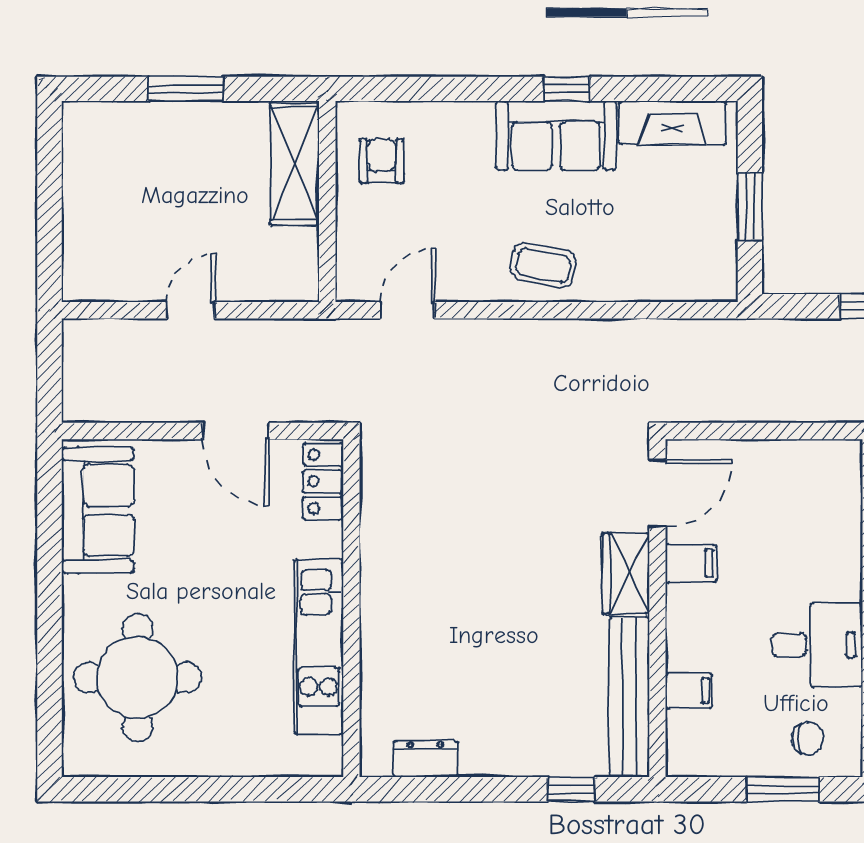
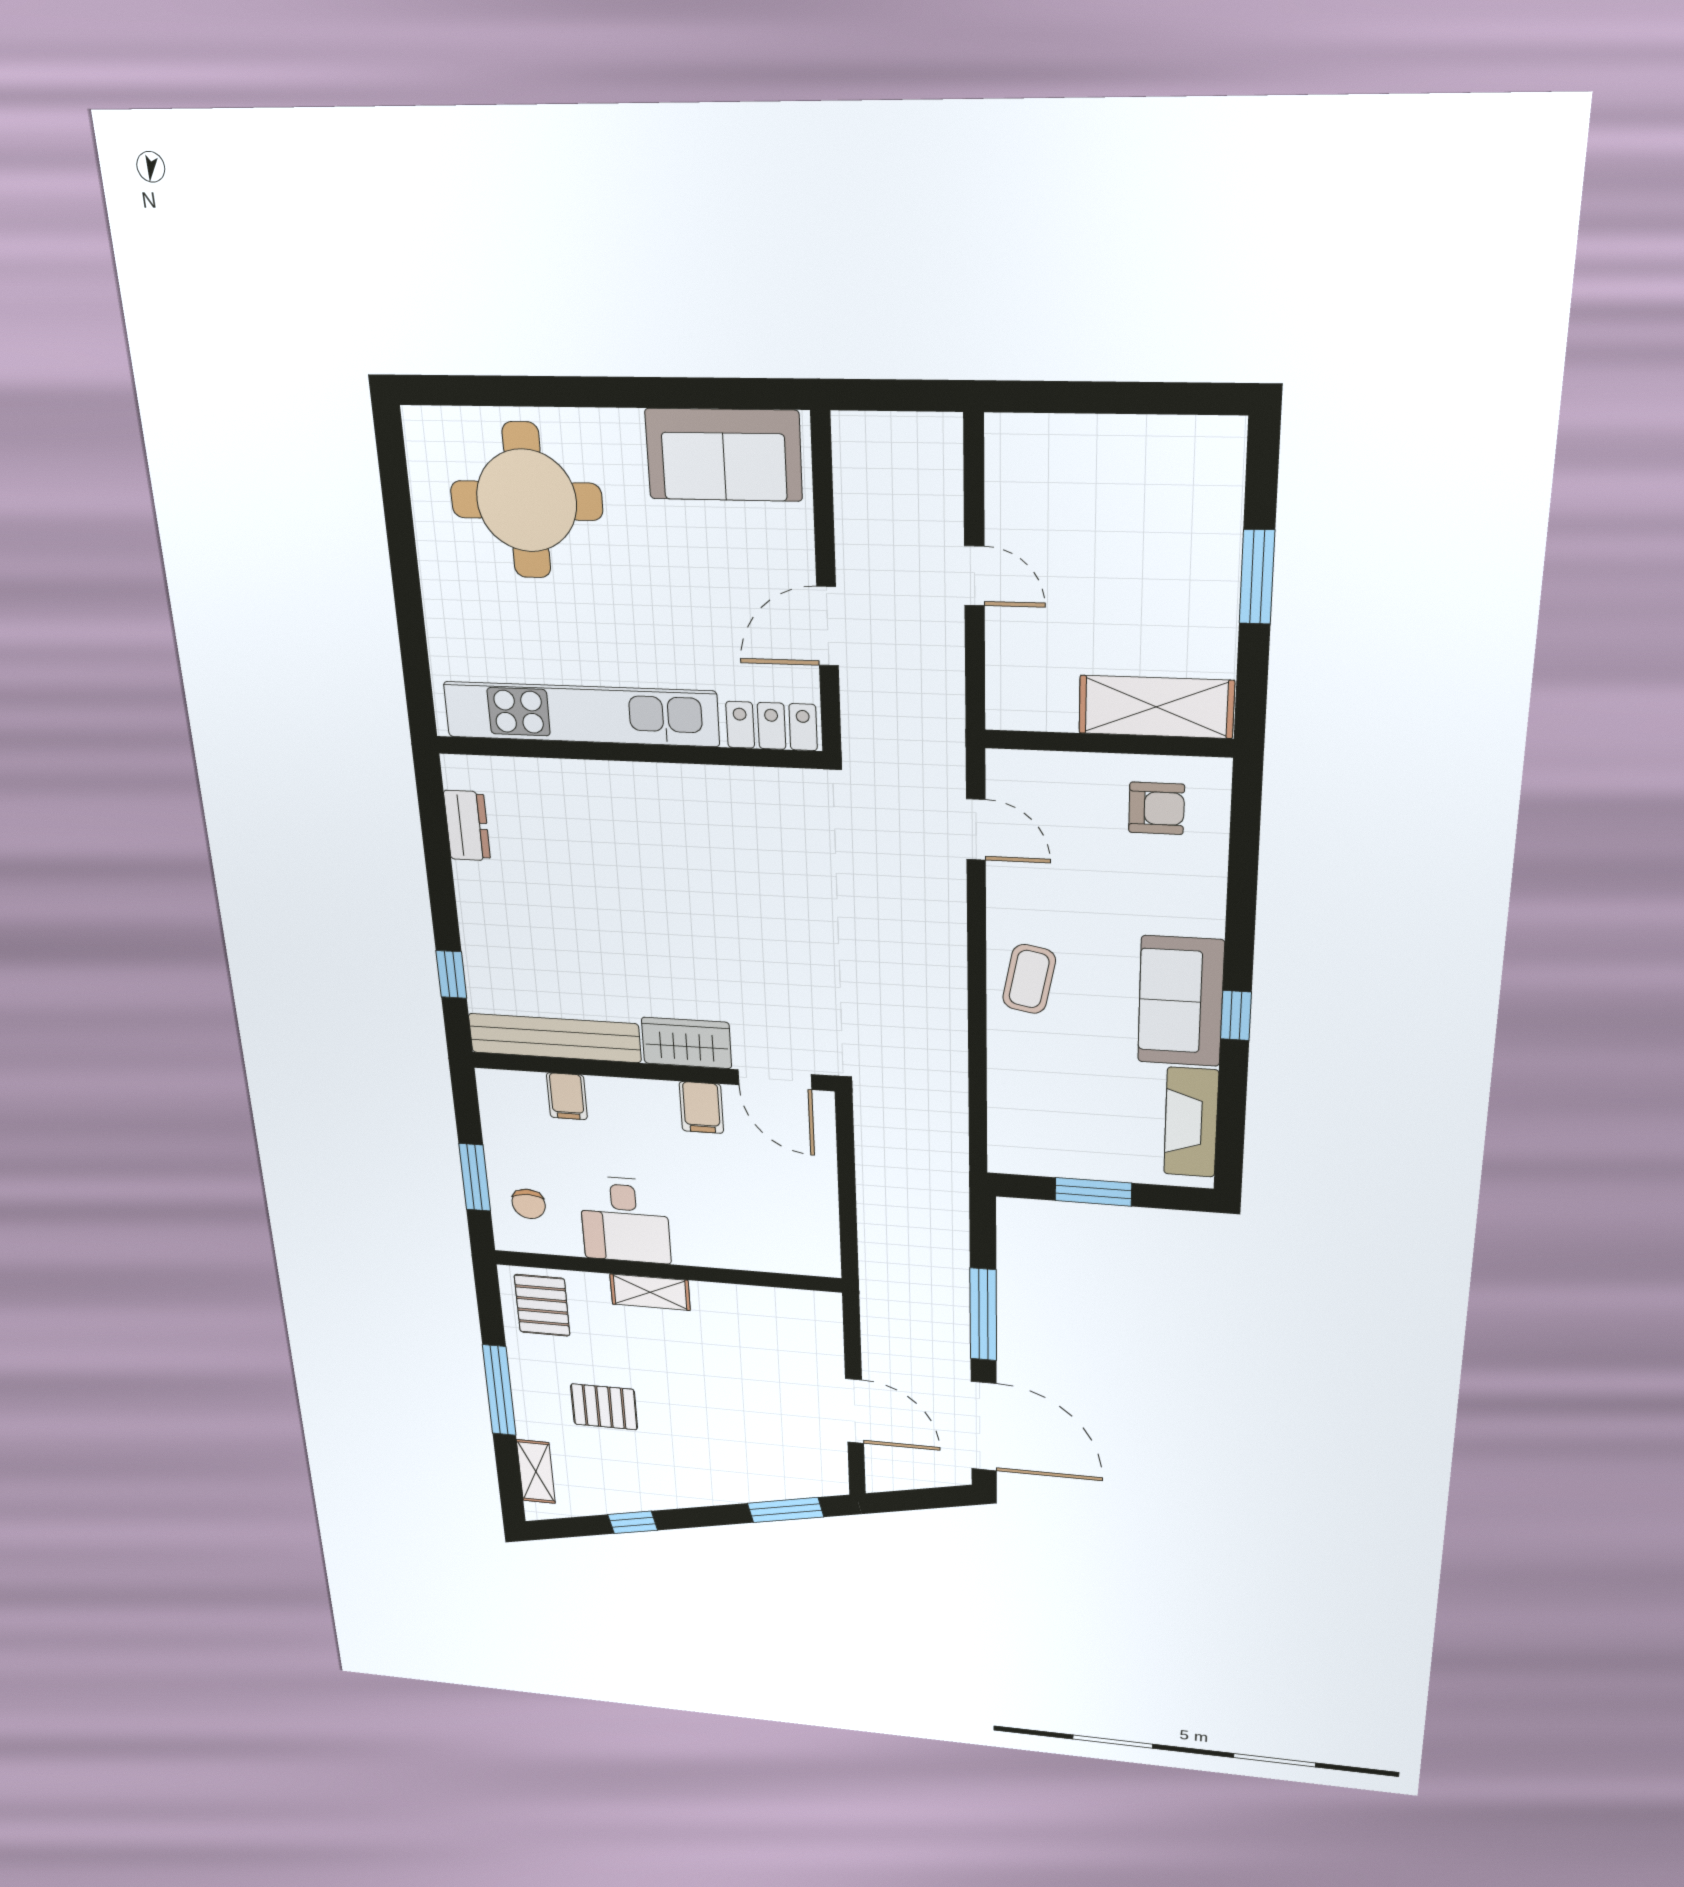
kitchen unit: (319, 647) -> (581, 714), width x1.36

